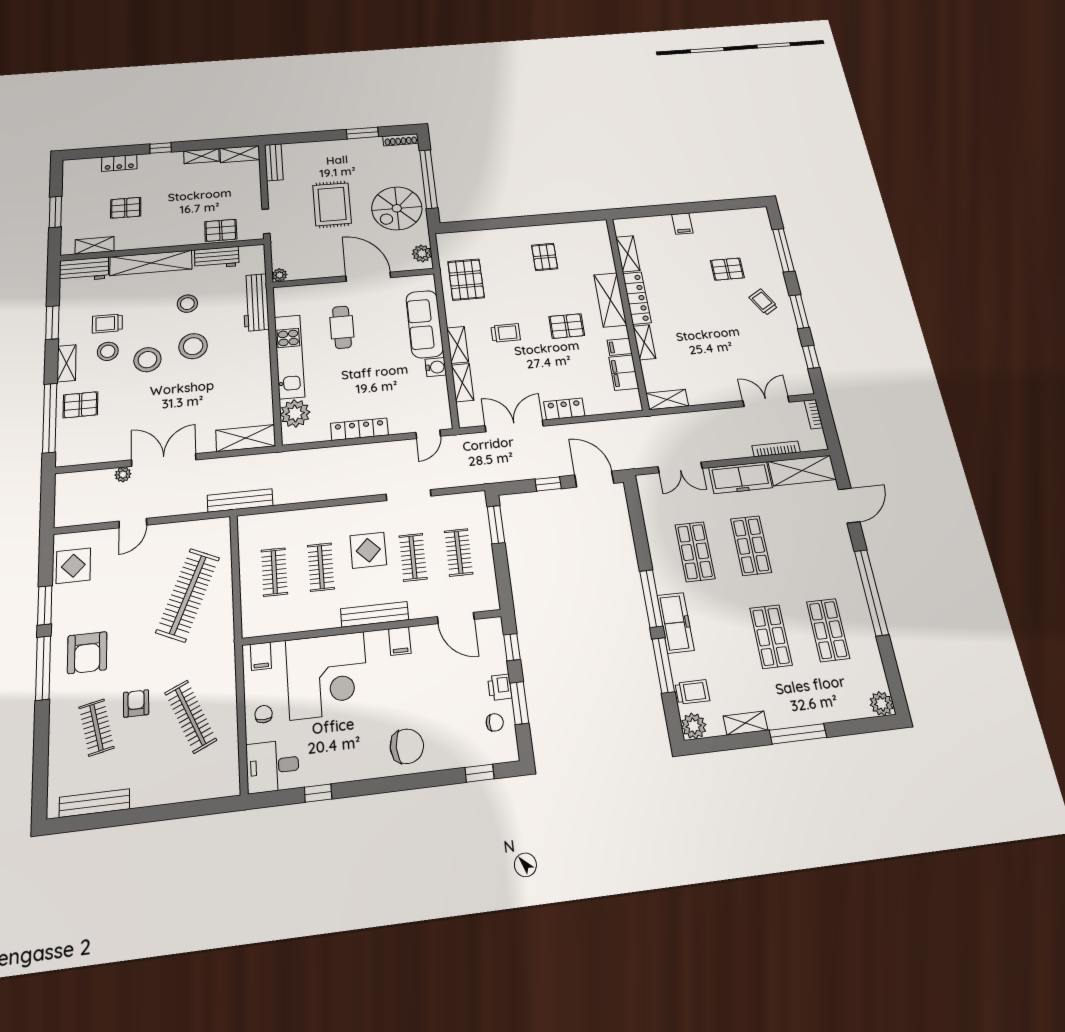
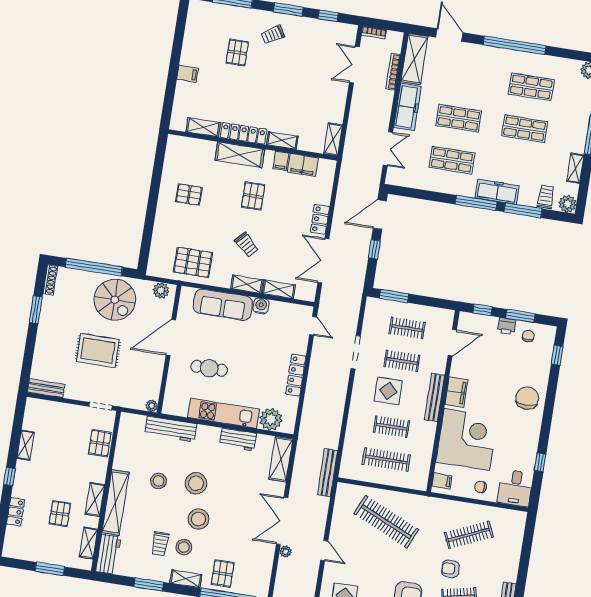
shelving: (240, 154) -> (95, 499), moved
workbench: (217, 258) -> (238, 439), moved, turned 90
trolley: (506, 333) -> (246, 245), turned 133
clothes rail: (274, 572) -> (386, 460), width x1.36
filing cabinet: (400, 641) -> (456, 392), width x2.00

